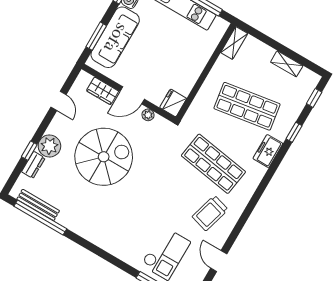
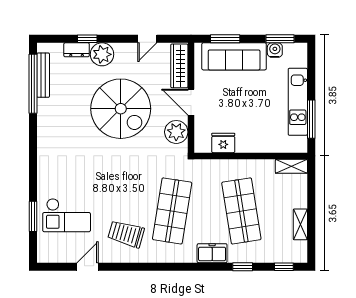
wardrobe: (103, 91) -> (179, 66), width x1.50
fridge: (173, 103) -> (223, 143), moved
plant: (148, 115) -> (176, 132), width x1.88, depth x1.88

